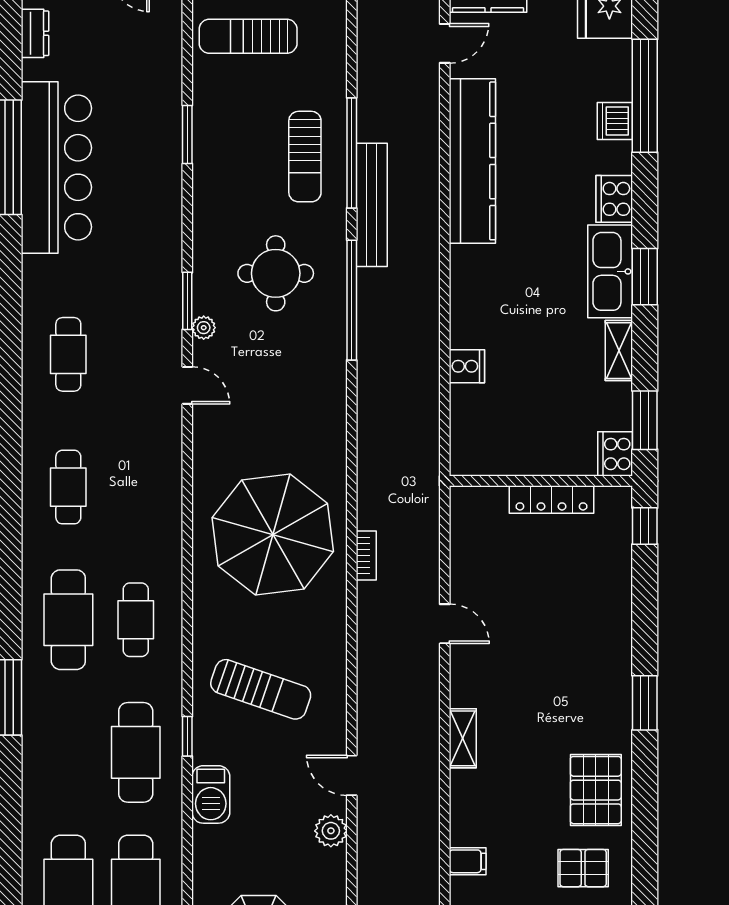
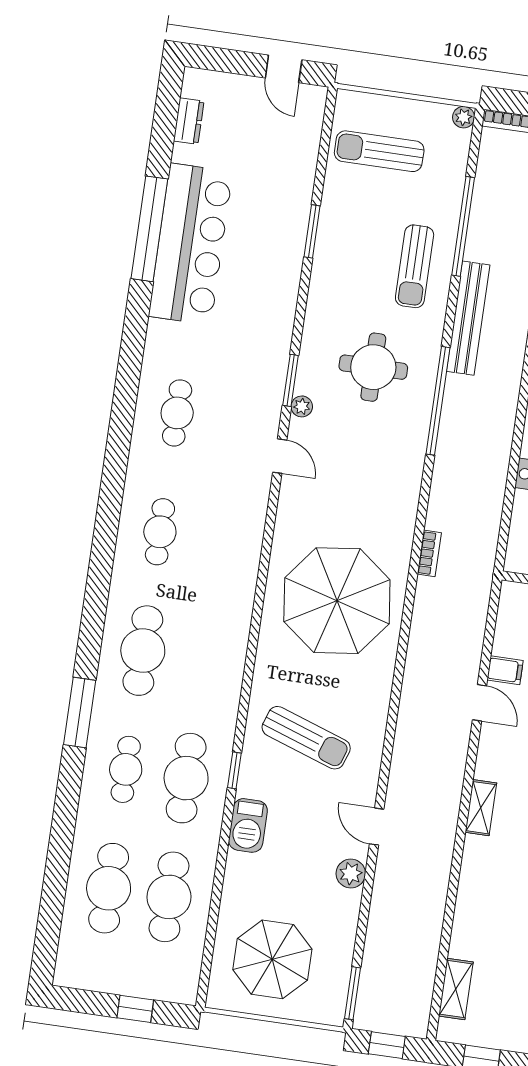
window: (352, 153) -> (463, 226), moved
bookcase: (366, 556) -> (429, 553), moved
cafe table: (136, 620) -> (126, 769), moved
filing cabinet: (468, 861) -> (505, 670), moved

